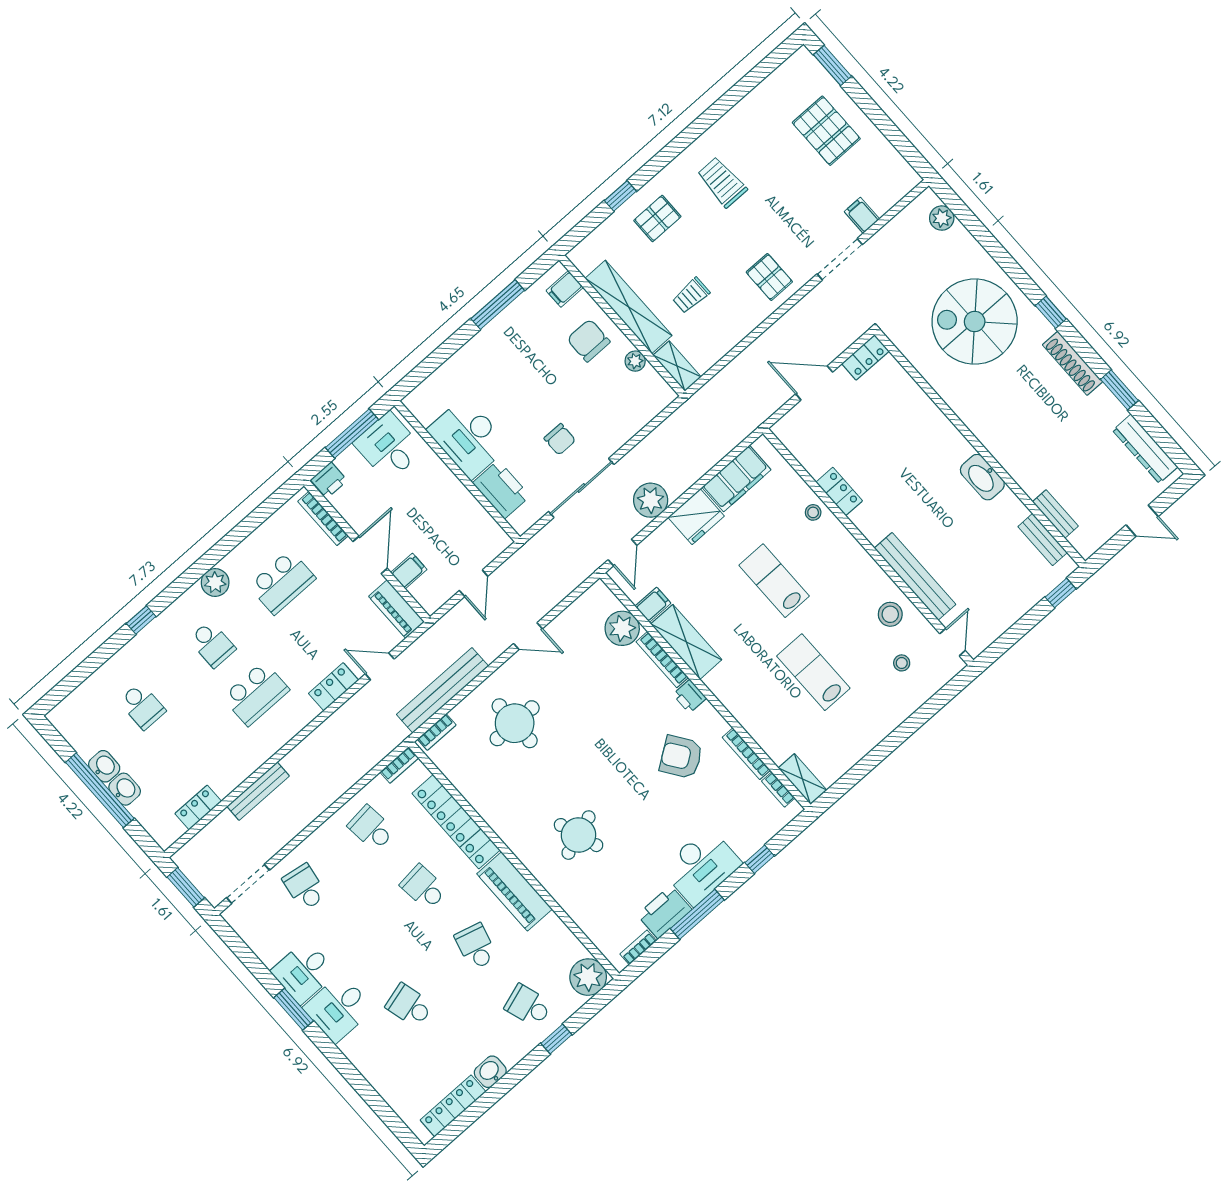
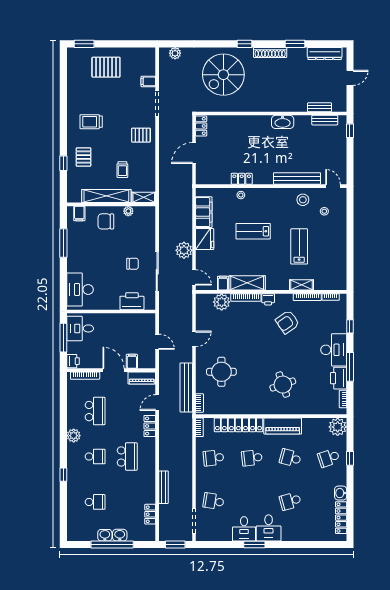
desk: (468, 438) -> (80, 290), moved, turned 90
lab bench: (813, 672) -> (299, 246), turned 90
shelving: (802, 779) -> (302, 285), moved

